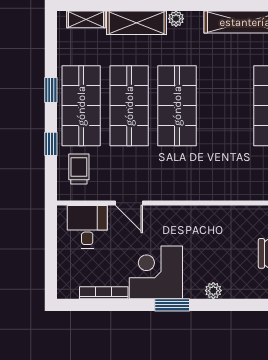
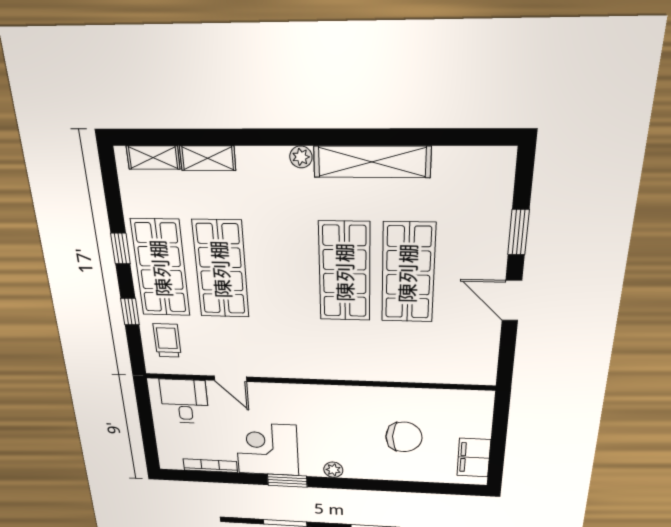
plant: (176, 19) -> (301, 157), moved
shelving: (137, 23) -> (208, 158), width x0.67, depth x0.75
shop shelf: (177, 106) -> (345, 272), moved

